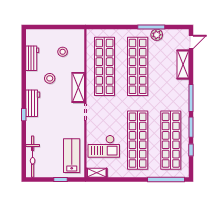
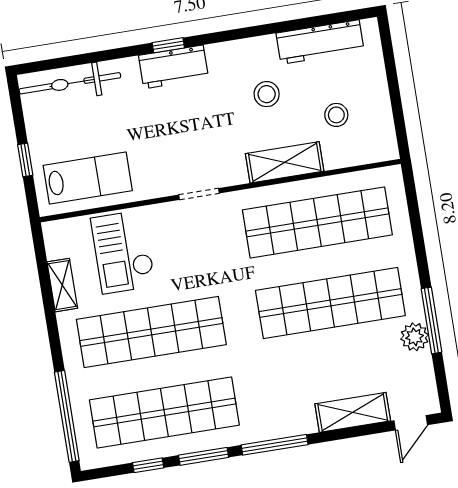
door: (191, 42) -> (411, 423), hinge flipped
workbench: (32, 58) -> (320, 42), width x1.38
shelving: (78, 87) -> (285, 162), moved
workbench: (33, 103) -> (173, 67), moved
shelving: (97, 173) -> (62, 285), moved

